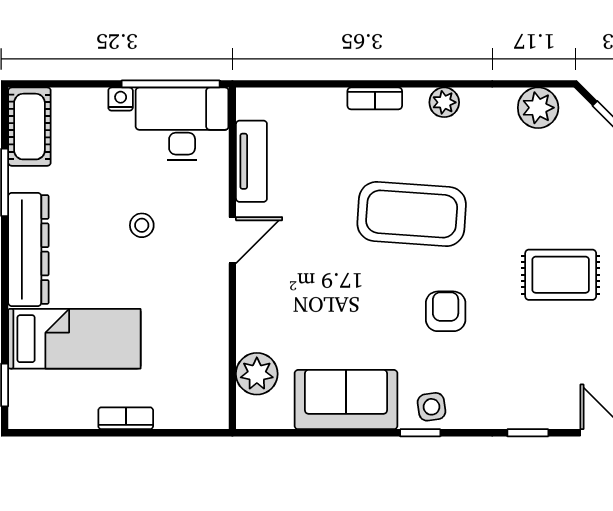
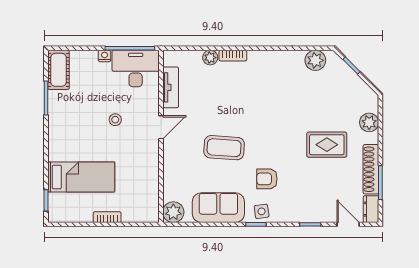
plant: (444, 102) -> (210, 58), moved
coffee table: (412, 214) -> (224, 148), moved, width x0.73, depth x0.76
dresser: (28, 249) -> (58, 132), removed
armchair: (446, 311) -> (267, 179), moved, turned -90
plant: (257, 374) -> (173, 212), moved

